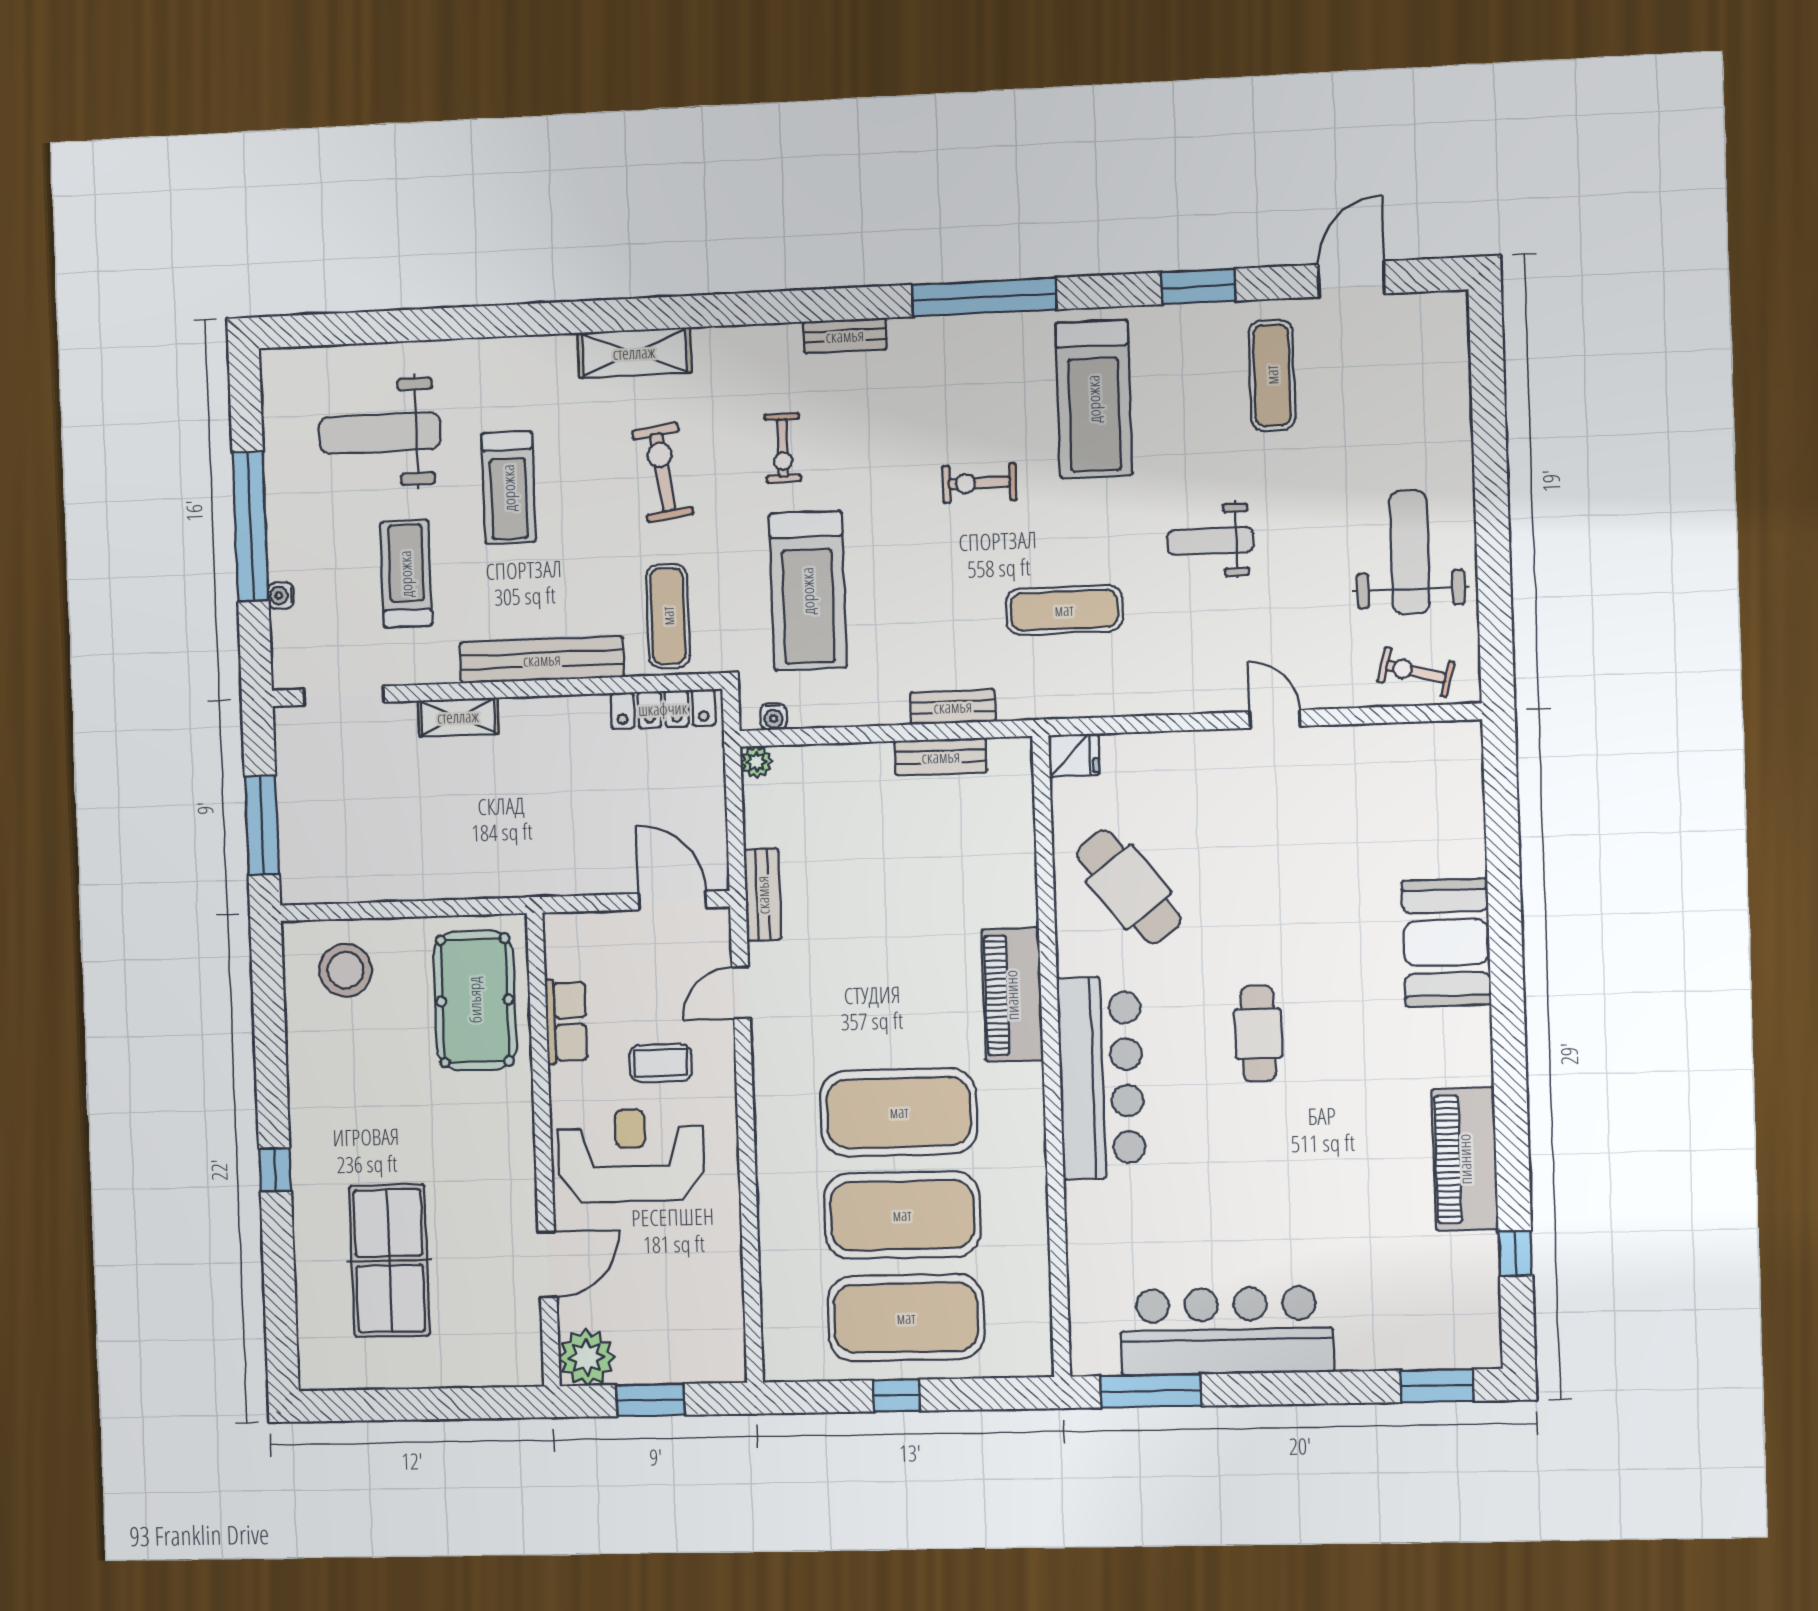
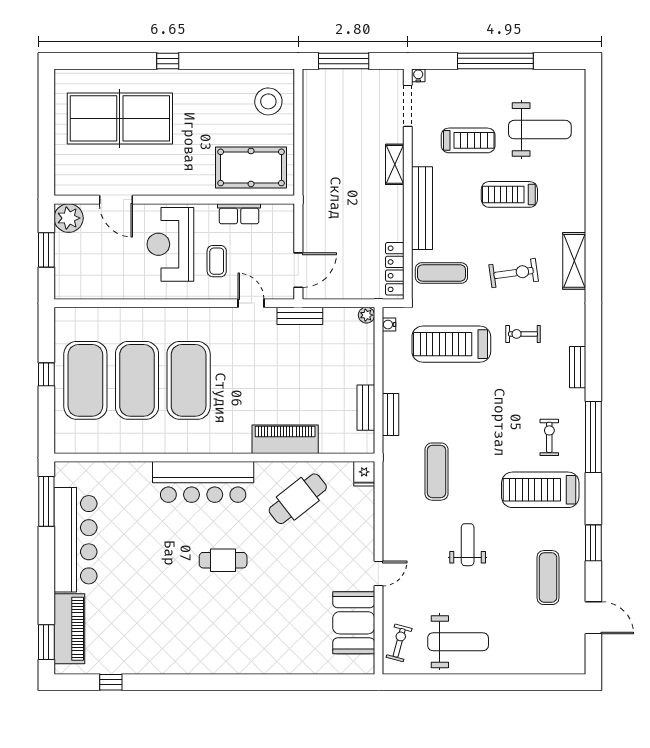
exercise mat: (1272, 375) -> (548, 578), turned 90
weight bench: (380, 433) -> (540, 130), turned 90
exercise bike: (979, 483) -> (549, 437), moved
water cooler: (281, 595) -> (418, 75), moved
booth: (1446, 943) -> (354, 623), moved, turned 90
piano: (1012, 995) -> (285, 439), moved
reception desk: (631, 1155) -> (170, 244), turned 180
piano: (1465, 1159) -> (69, 629), moved, turned 90
table tennis table: (389, 1261) -> (120, 118), width x1.36, depth x1.32

